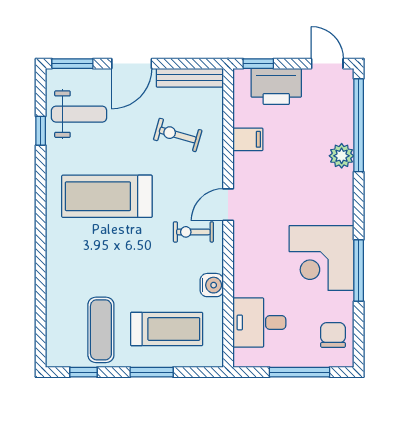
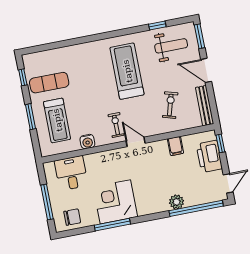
weight bench: (79, 114) -> (171, 46), turned -90

